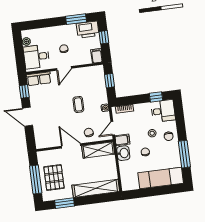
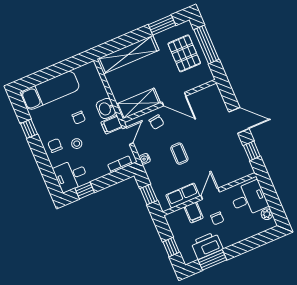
printer: (88, 30) -> (207, 245), moved
filing cabinet: (97, 56) -> (194, 212), moved
row of seats: (39, 79) -> (183, 196), moved
window: (184, 154) -> (29, 129), width x0.46

